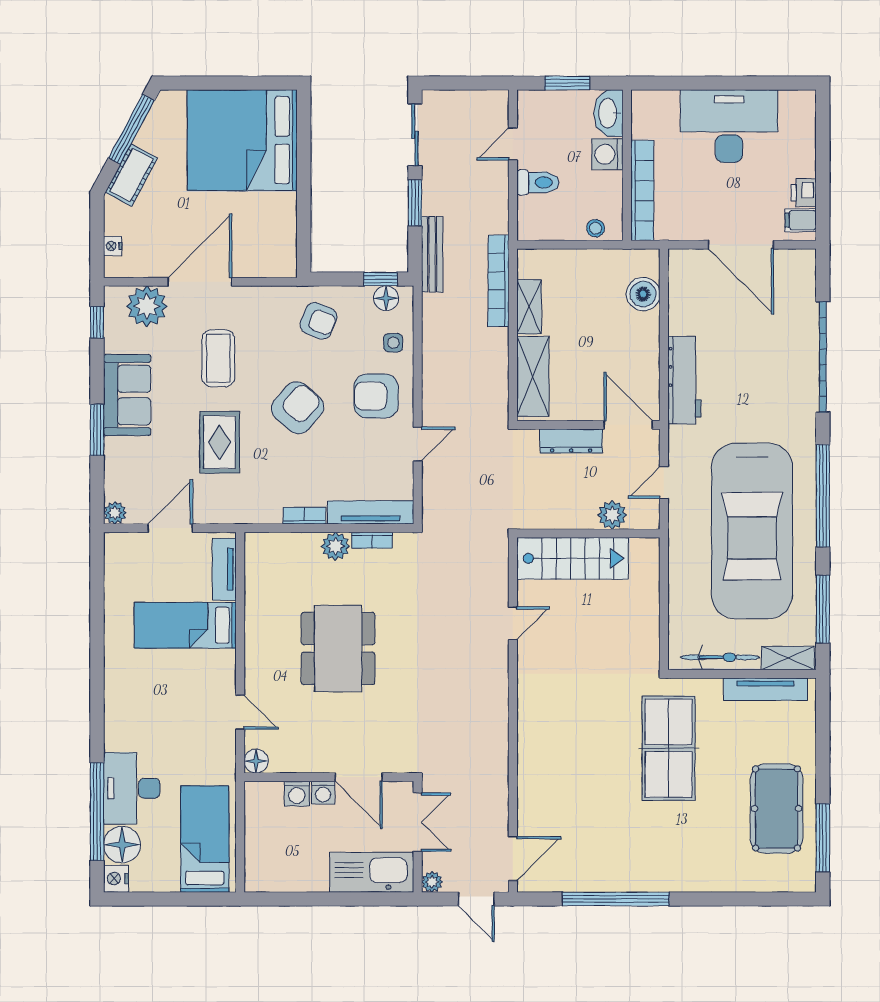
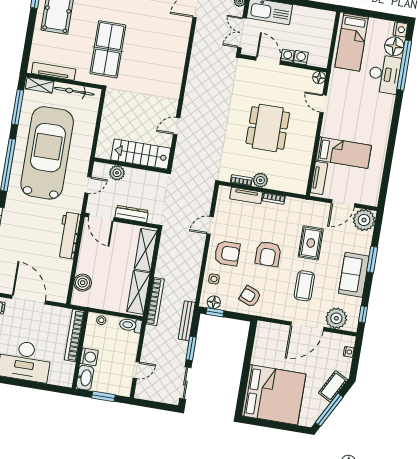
toilet: (538, 182) -> (131, 325), moved
shelving: (529, 307) -> (138, 292), width x1.50, depth x1.33
armchair: (298, 408) -> (268, 254), turned -41
plant: (115, 513) -> (364, 220), width x1.87, depth x1.87
tv unit: (371, 513) -> (246, 195), width x0.71

